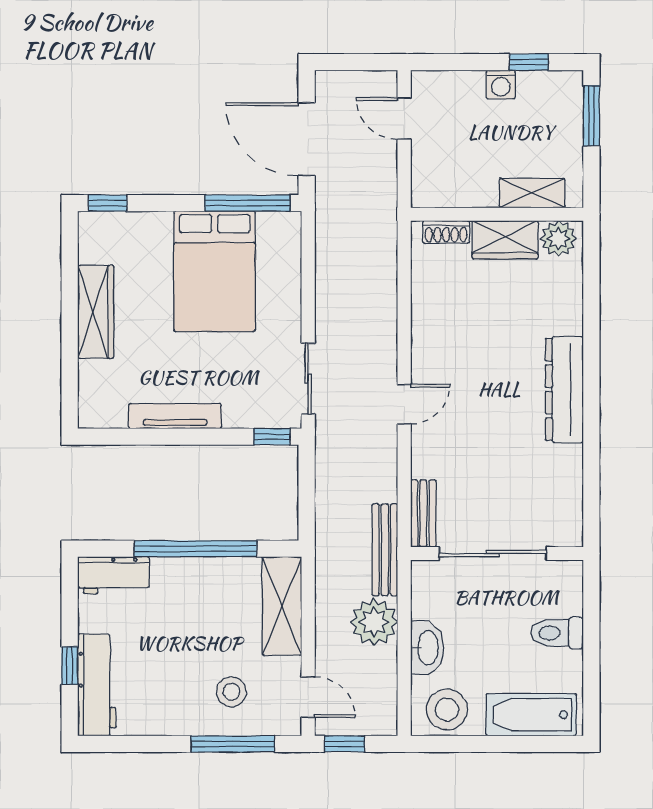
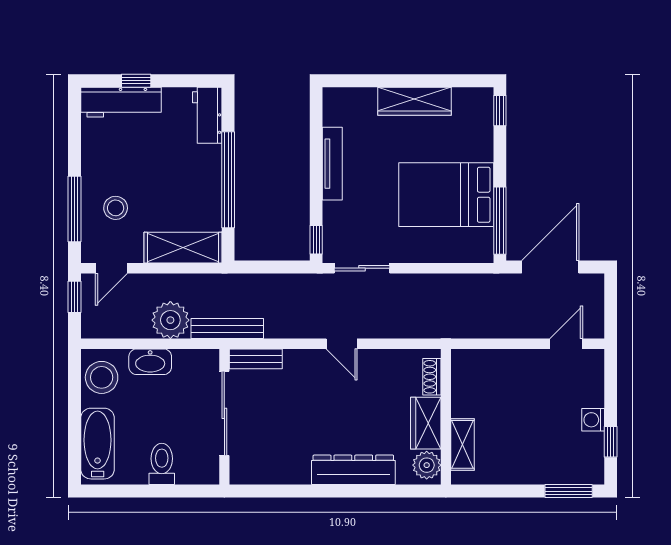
shelving: (532, 193) -> (462, 444), moved
wall: (497, 214) -> (446, 417), moved
shoe rack: (446, 232) -> (432, 377), moved
plant: (558, 239) -> (427, 465), moved
wardrobe: (505, 240) -> (426, 423), moved

